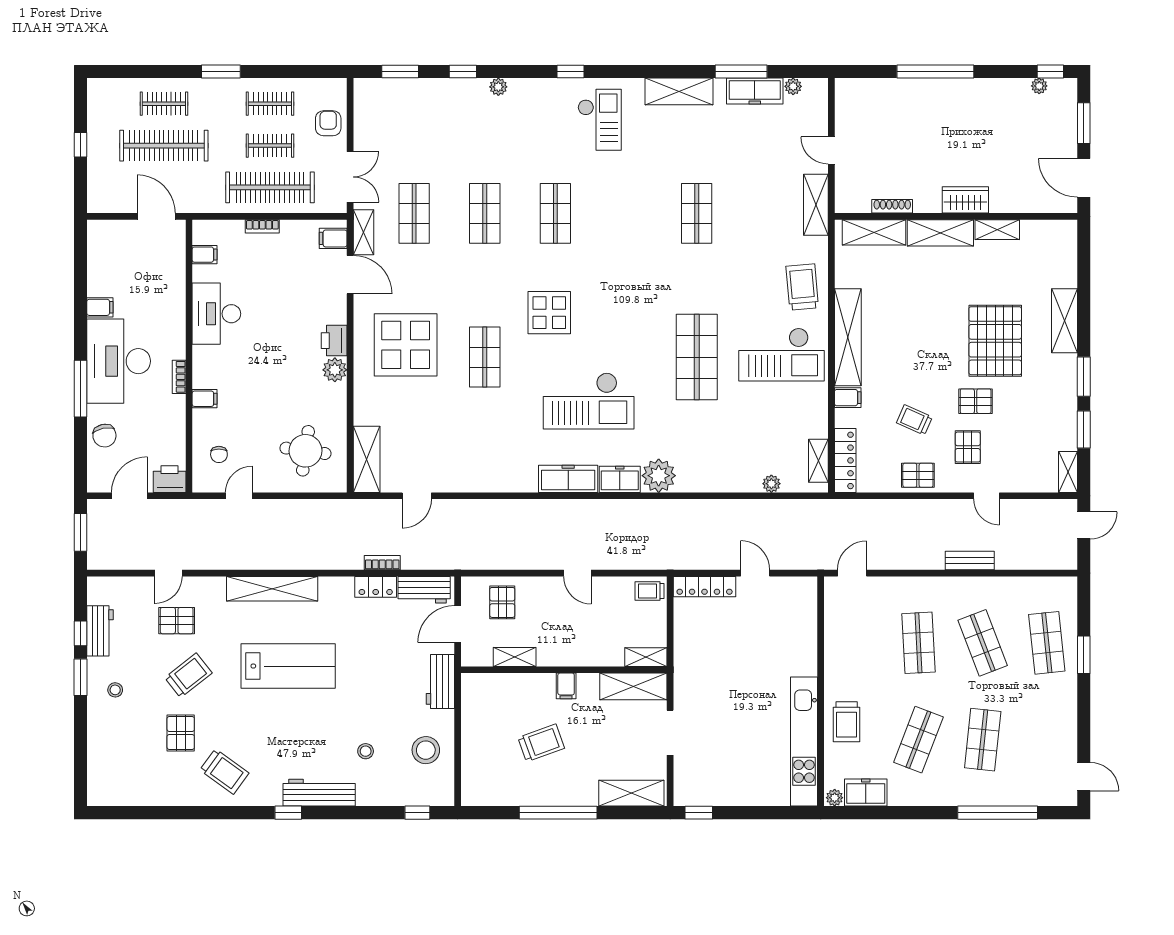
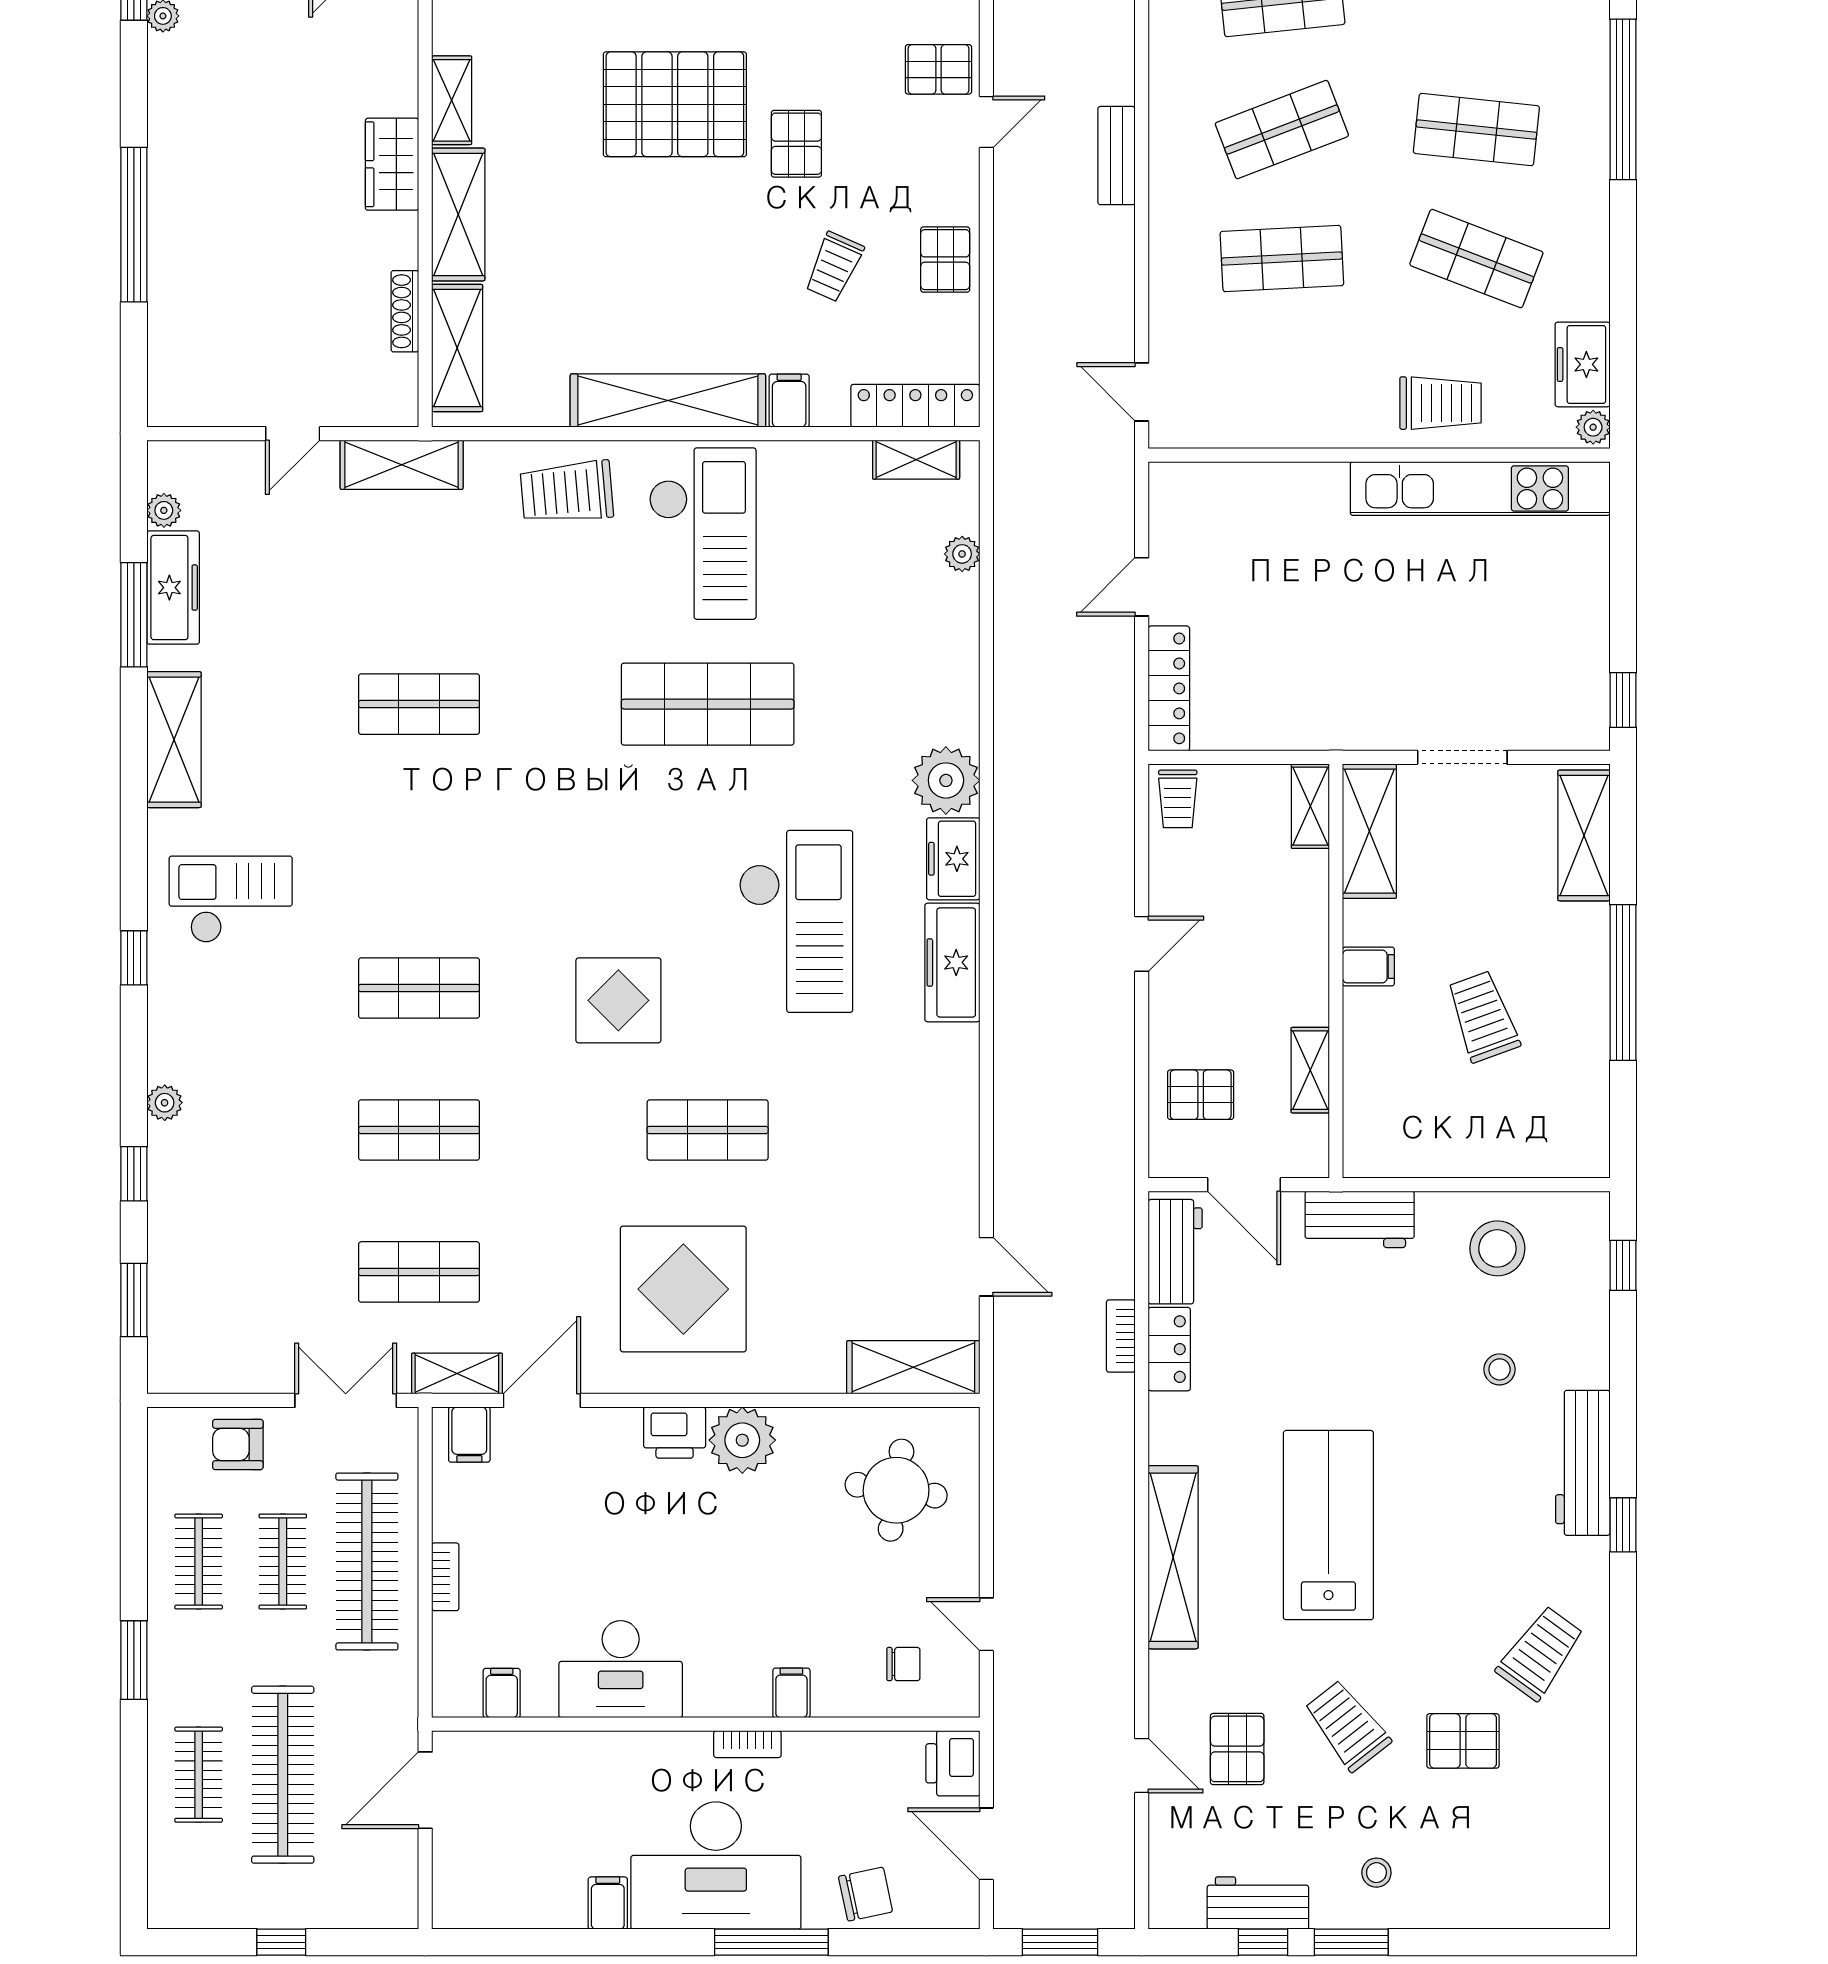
plant: (335, 370) -> (742, 1440), width x1.36, depth x1.36
pallet: (968, 447) -> (938, 69), moved

